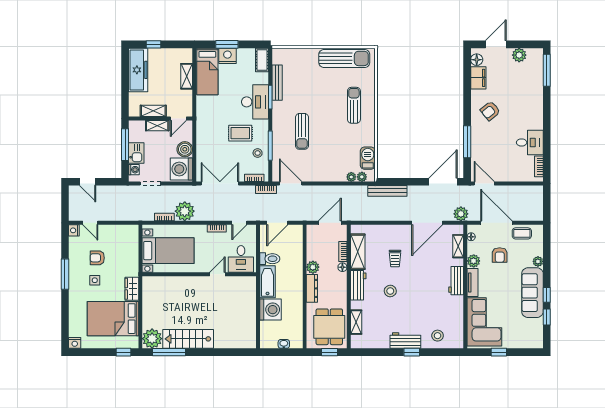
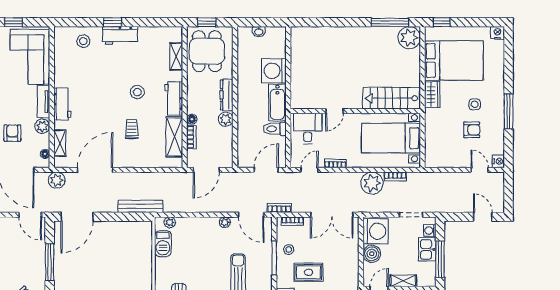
plant: (351, 177) -> (225, 222), moved
stairs: (188, 339) -> (392, 98), moved, turned 180

